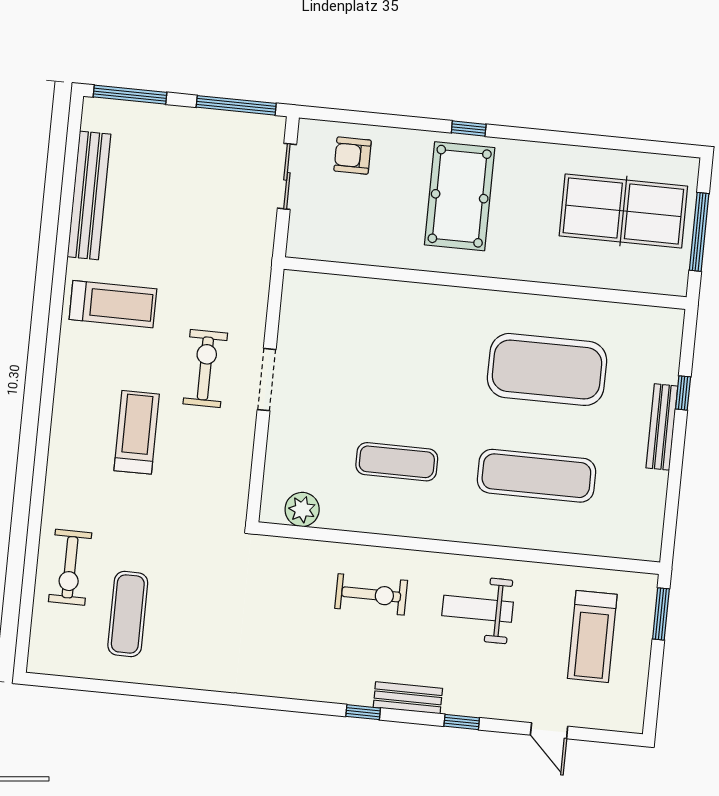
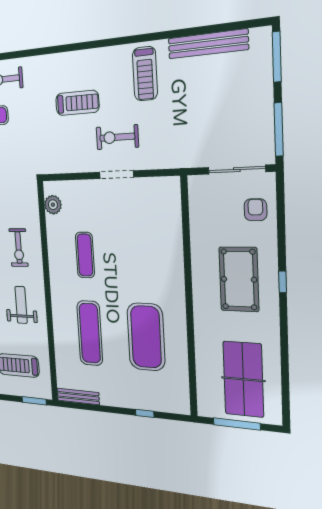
sliding door: (287, 176) -> (237, 170), width x1.37
pool table: (460, 196) -> (239, 279), turned 90
exercise bike: (205, 368) -> (117, 137), turned 180
bench: (662, 427) -> (78, 396), moved

